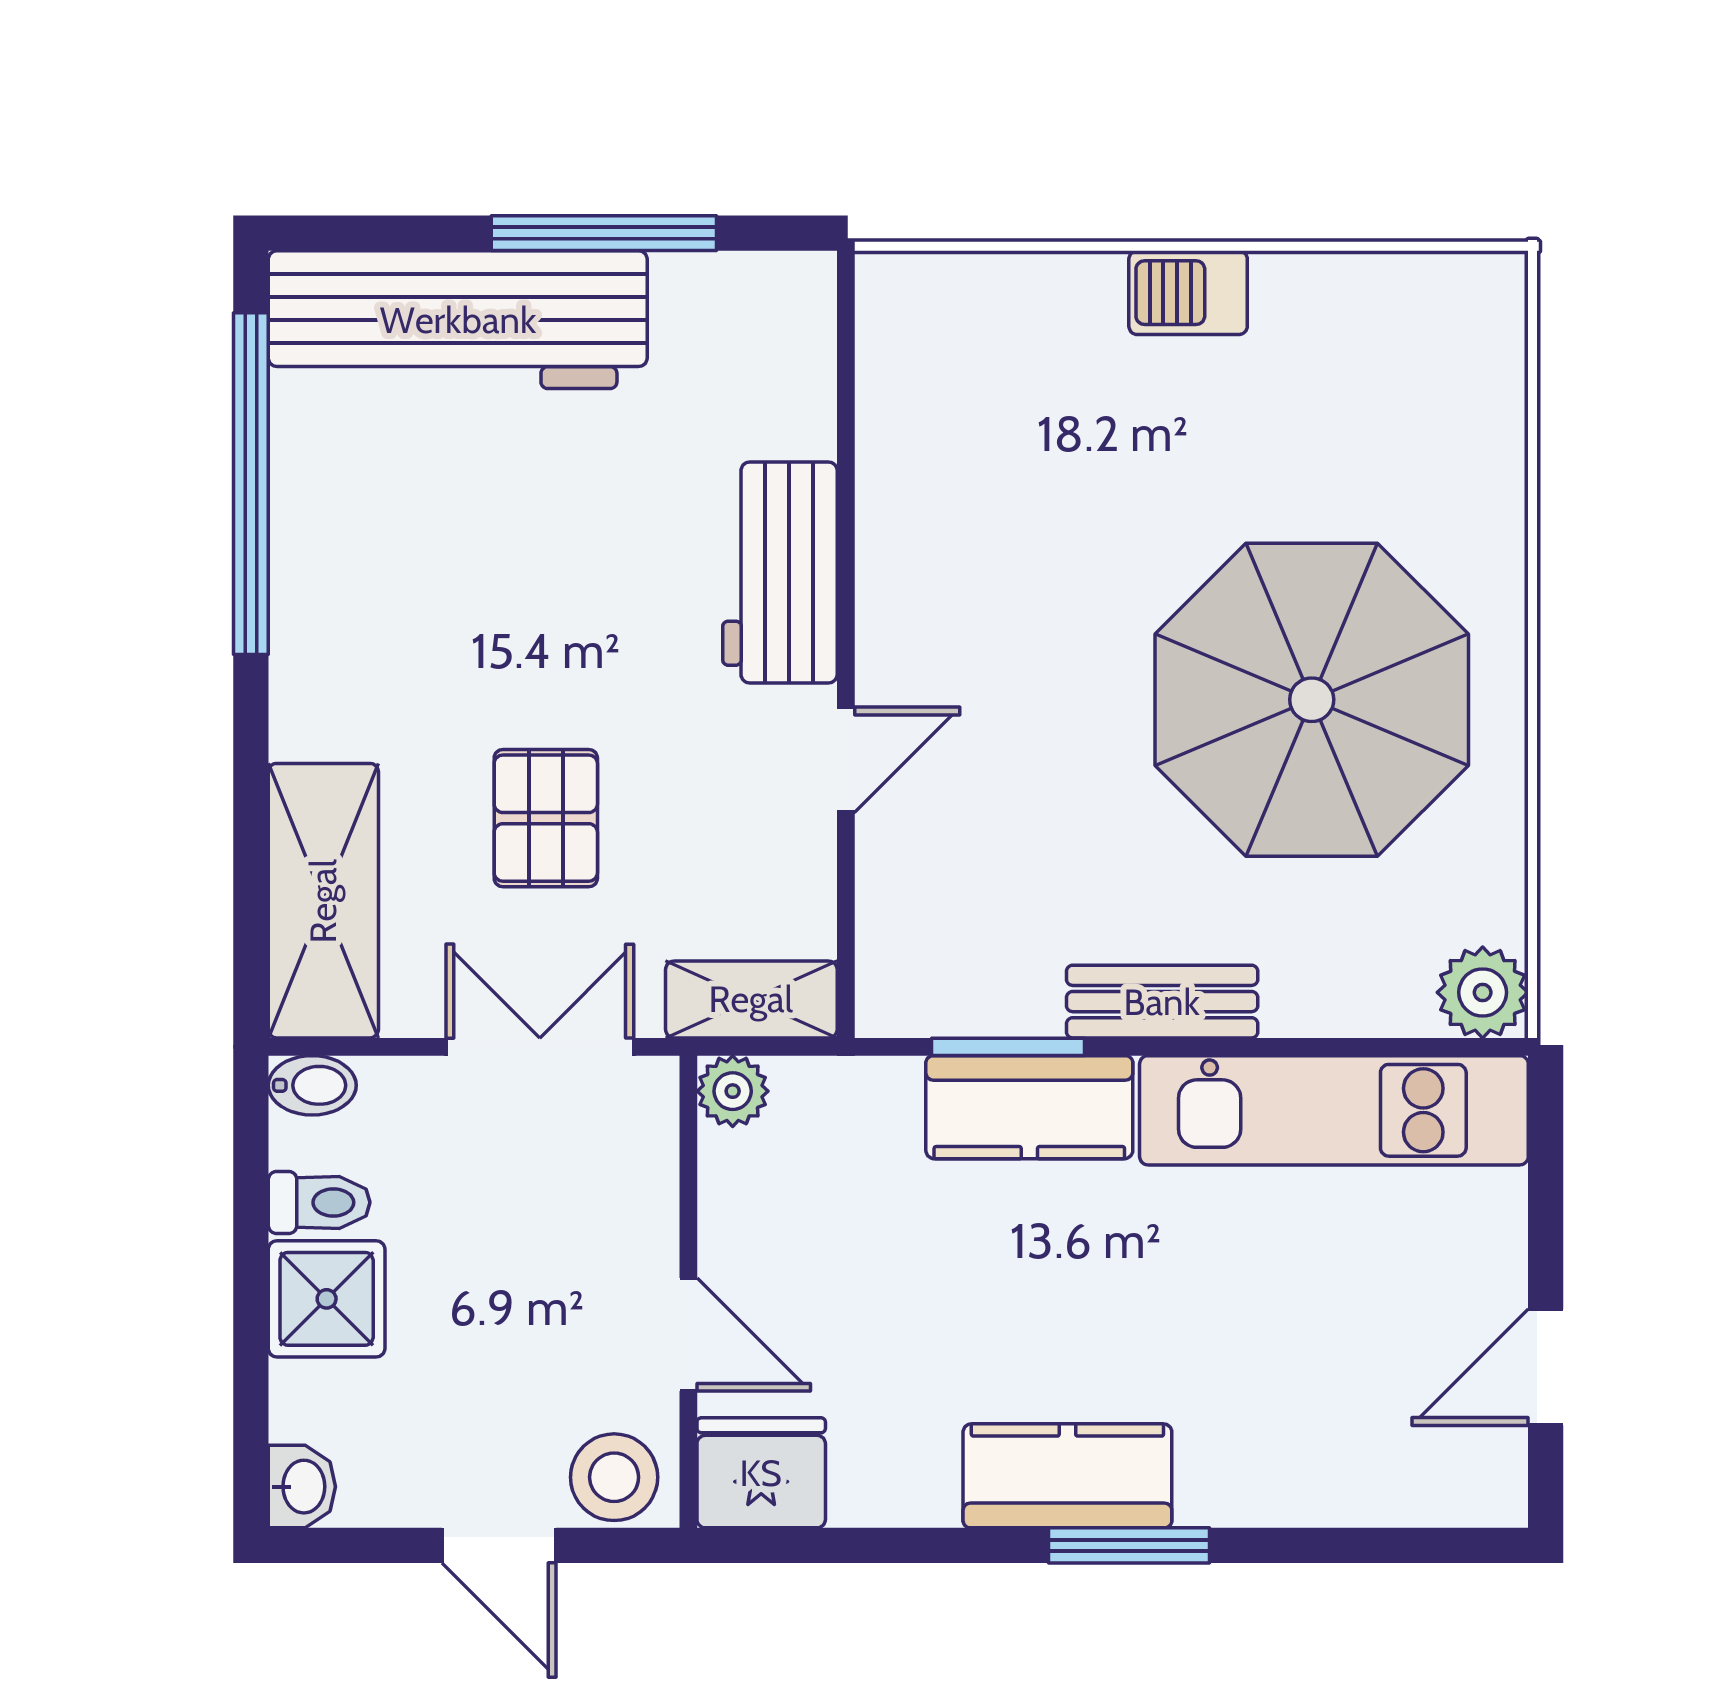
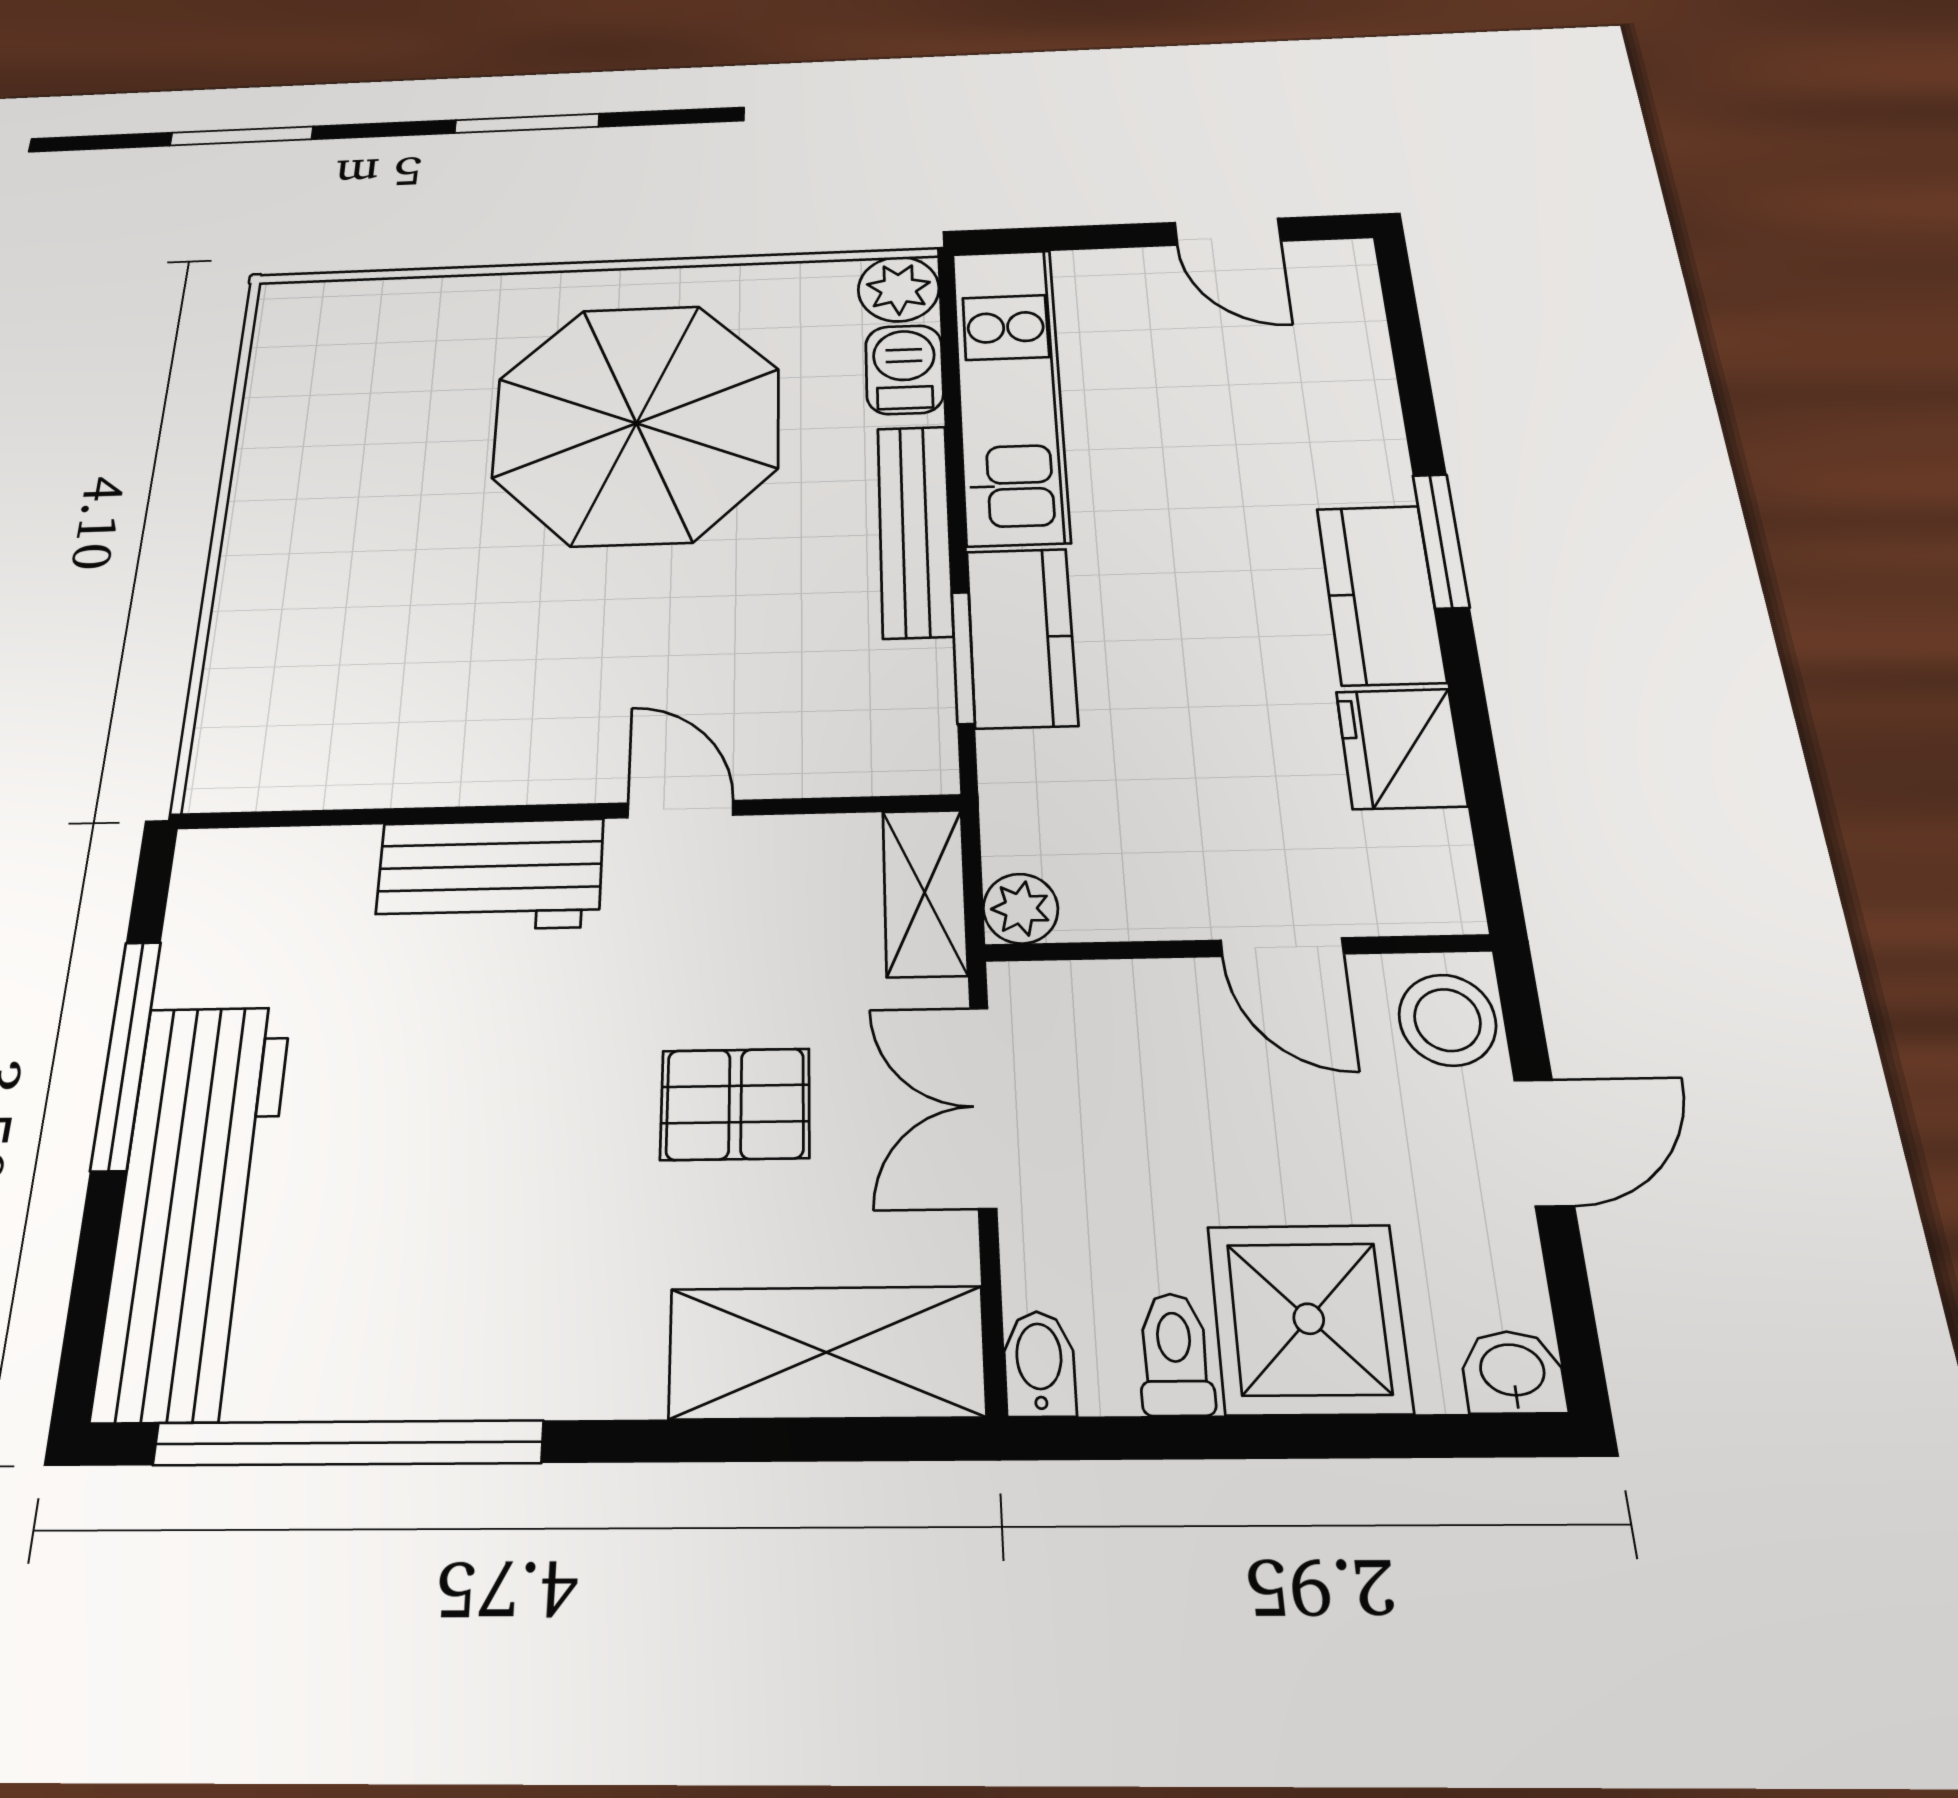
barbecue: (1188, 293) -> (904, 369), moved, turned 180
bench: (1162, 1002) -> (915, 530), width x1.36
shower: (327, 1299) -> (1309, 1319), width x1.36, depth x1.36
door: (688, 1335) -> (1282, 947), swing flipped
fridge: (761, 1473) -> (1401, 749), moved

